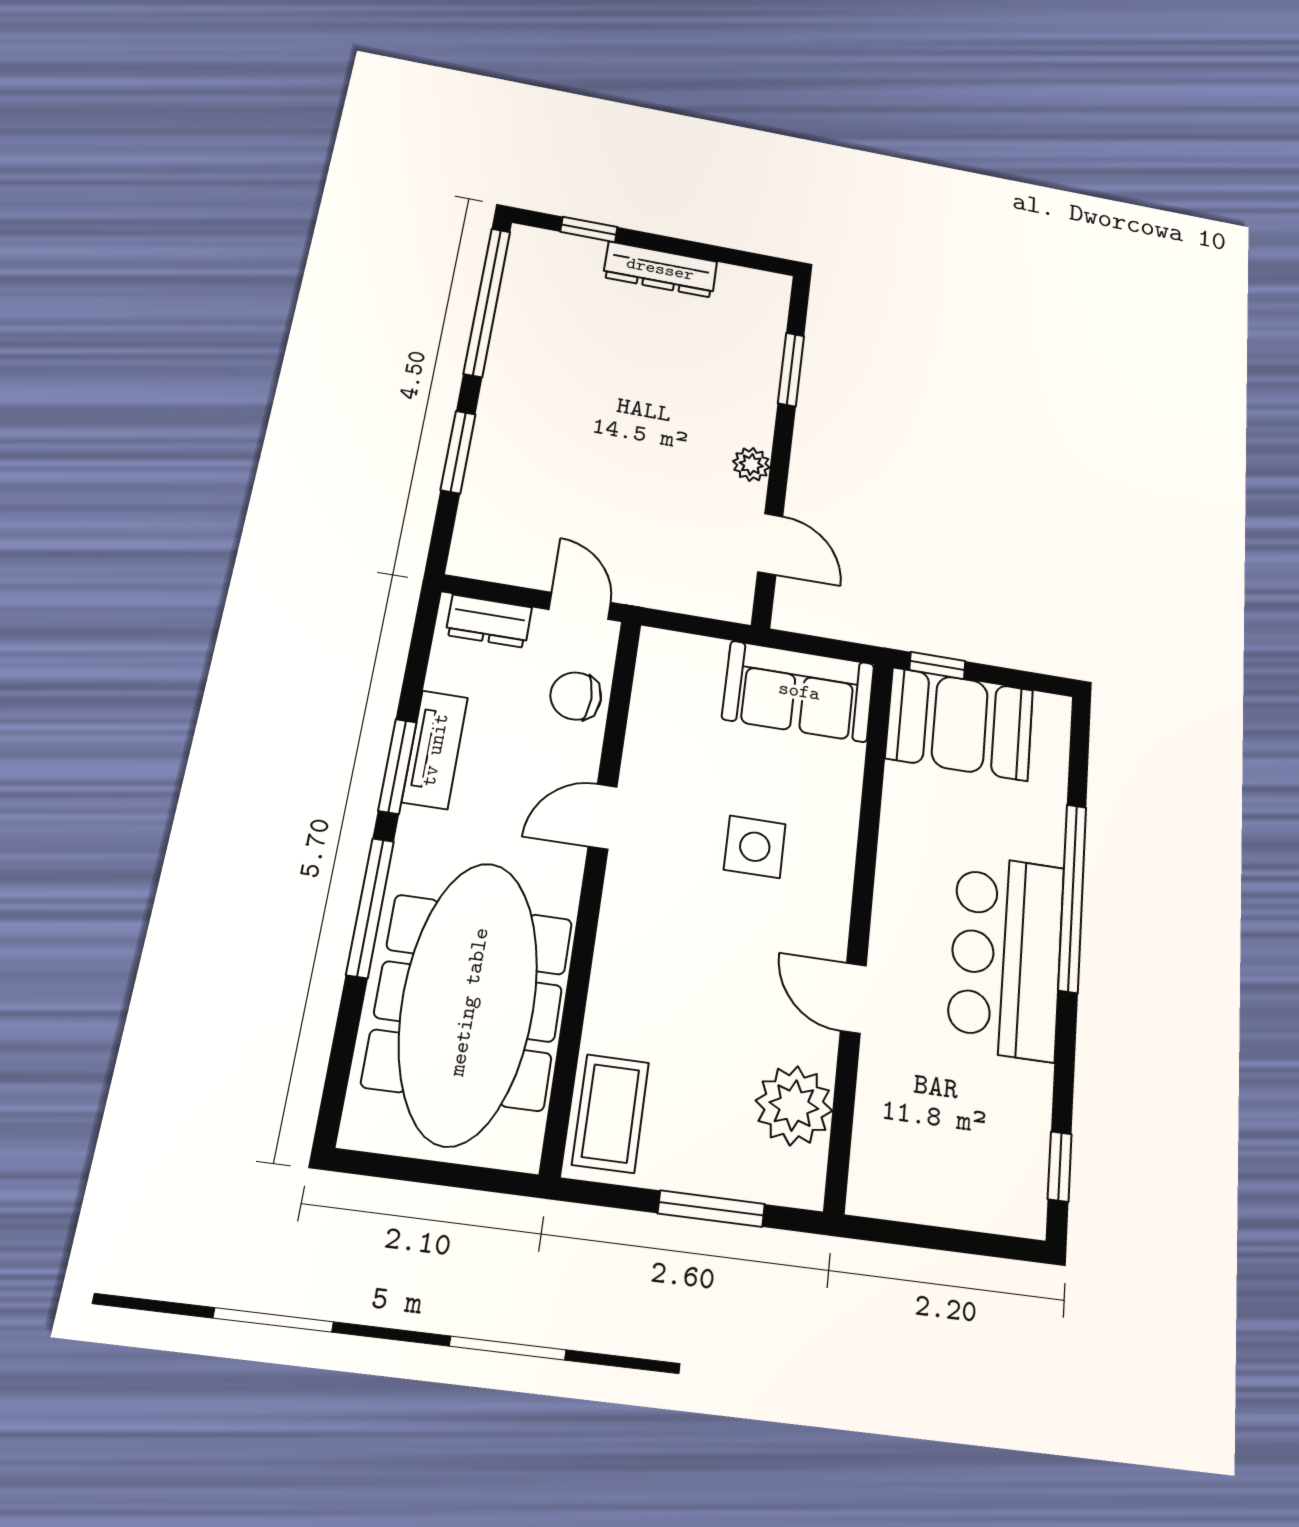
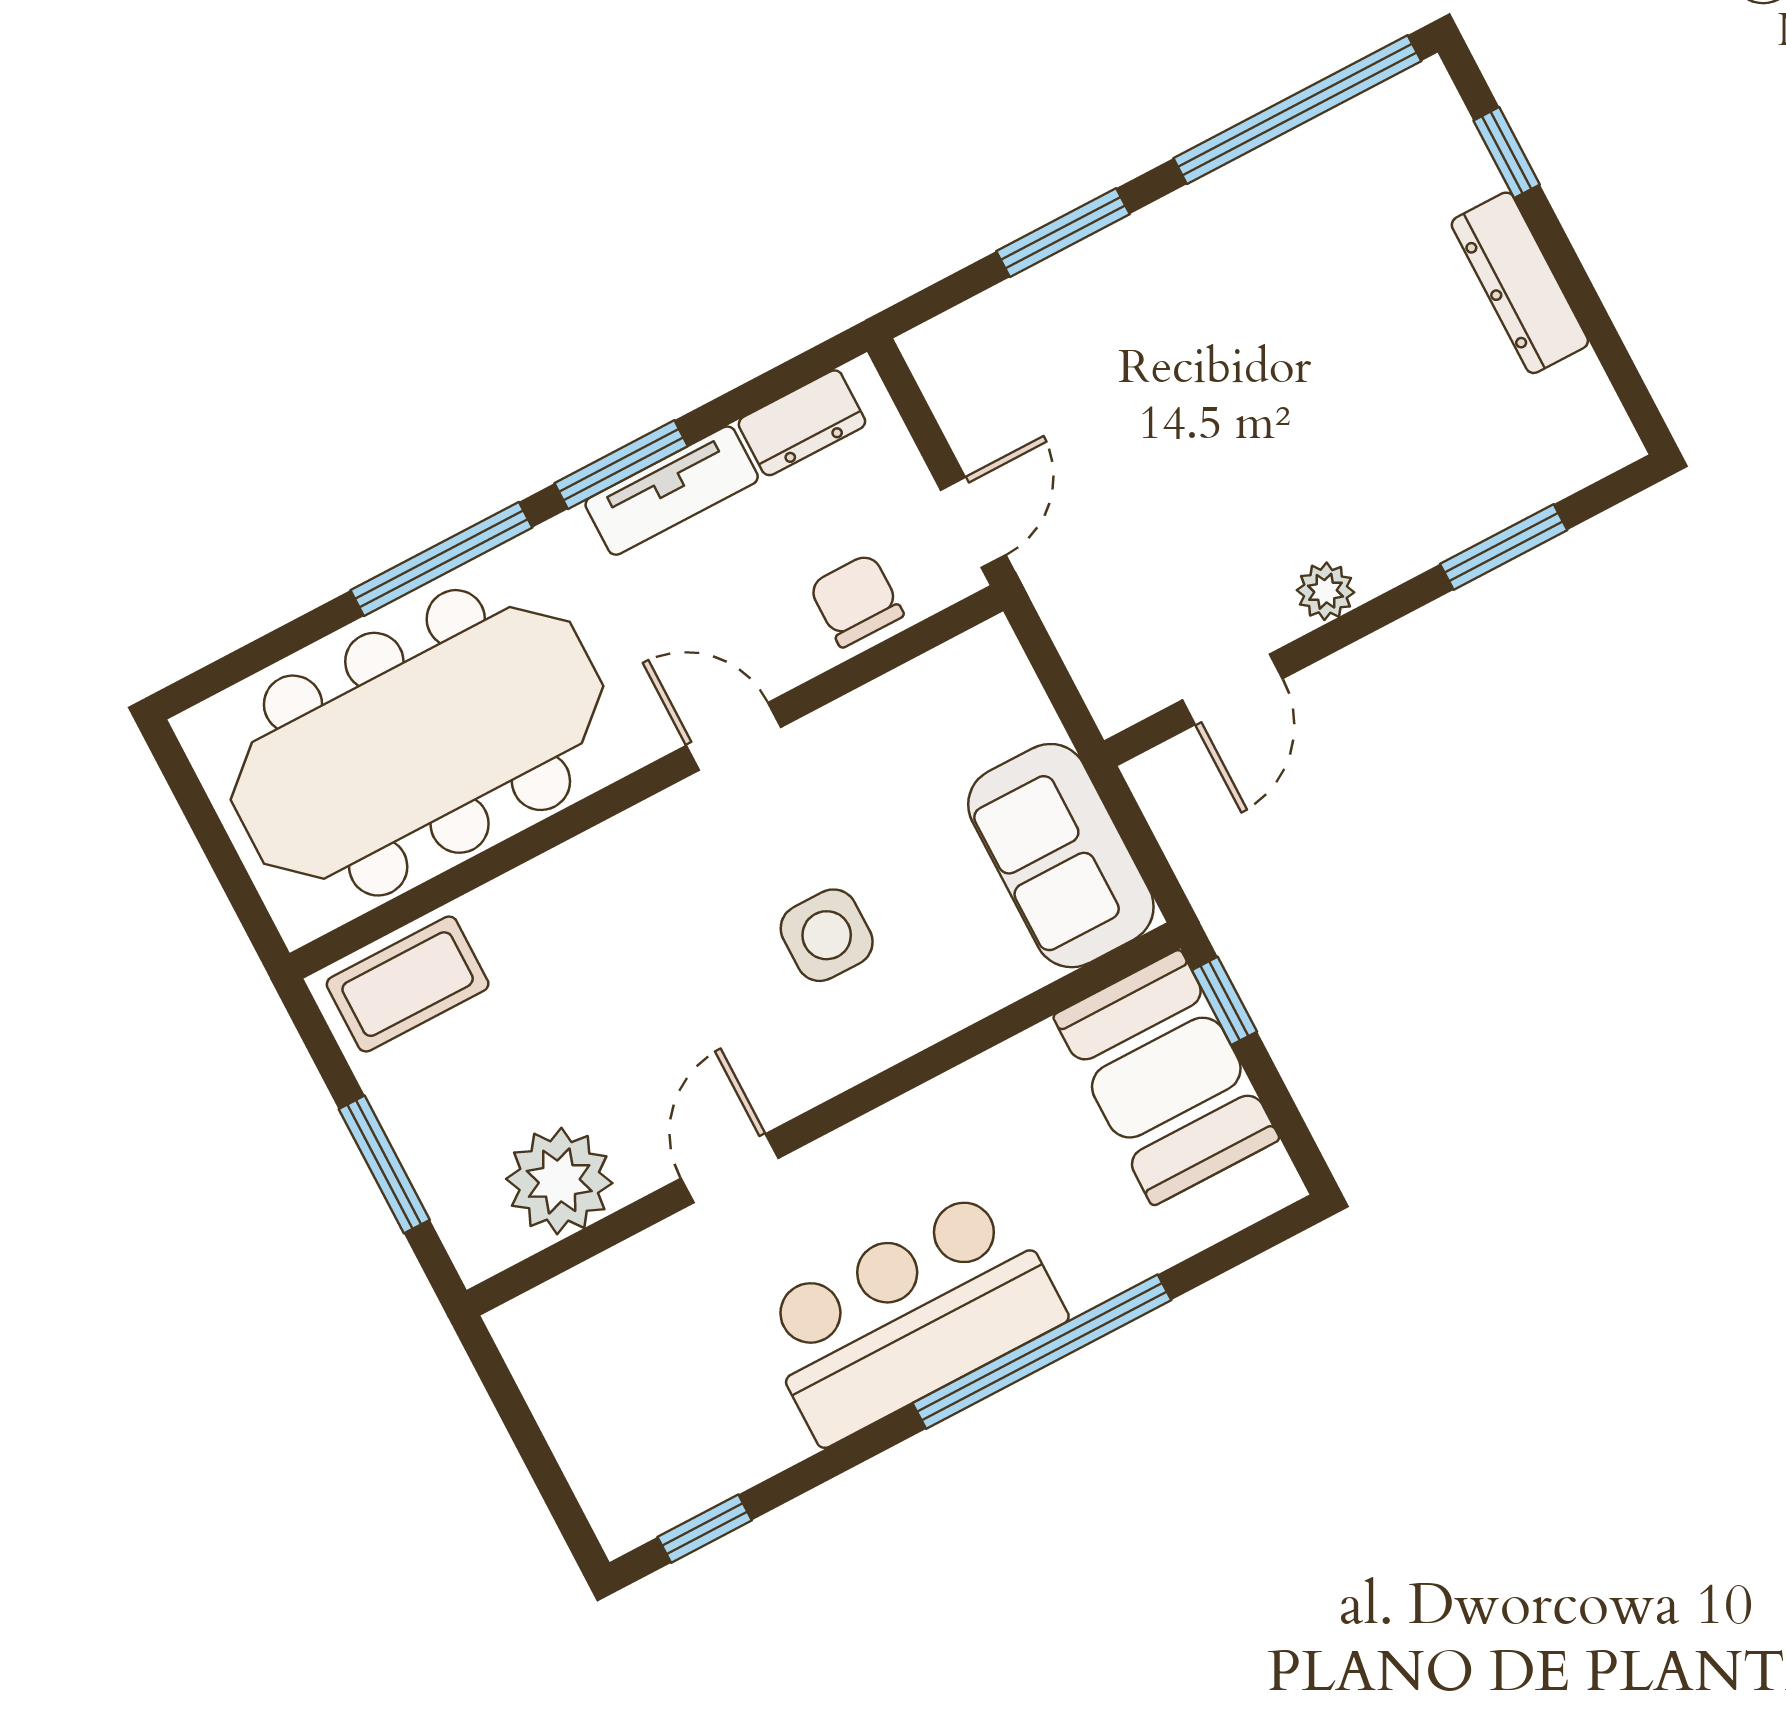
dresser: (489, 621) -> (802, 423), moved, turned -90

